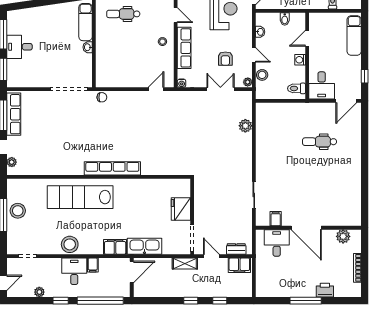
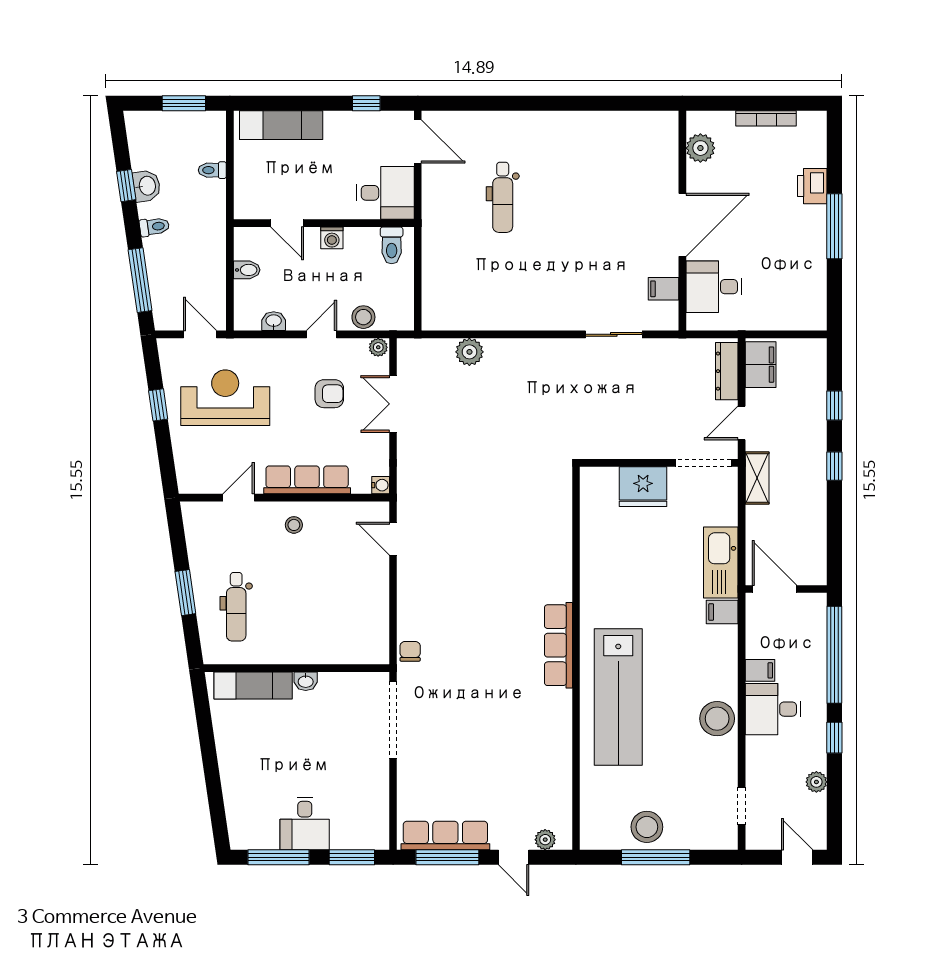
row of seats: (112, 168) -> (558, 645), width x0.73
filing cabinet: (115, 247) -> (722, 612), width x0.50
dresser: (236, 249) -> (727, 371), width x1.44

